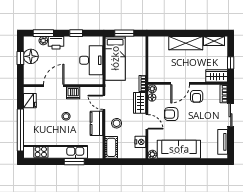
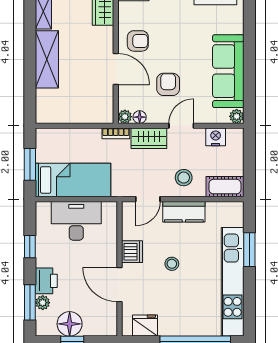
armchair: (171, 114) -> (168, 84), turned 180

